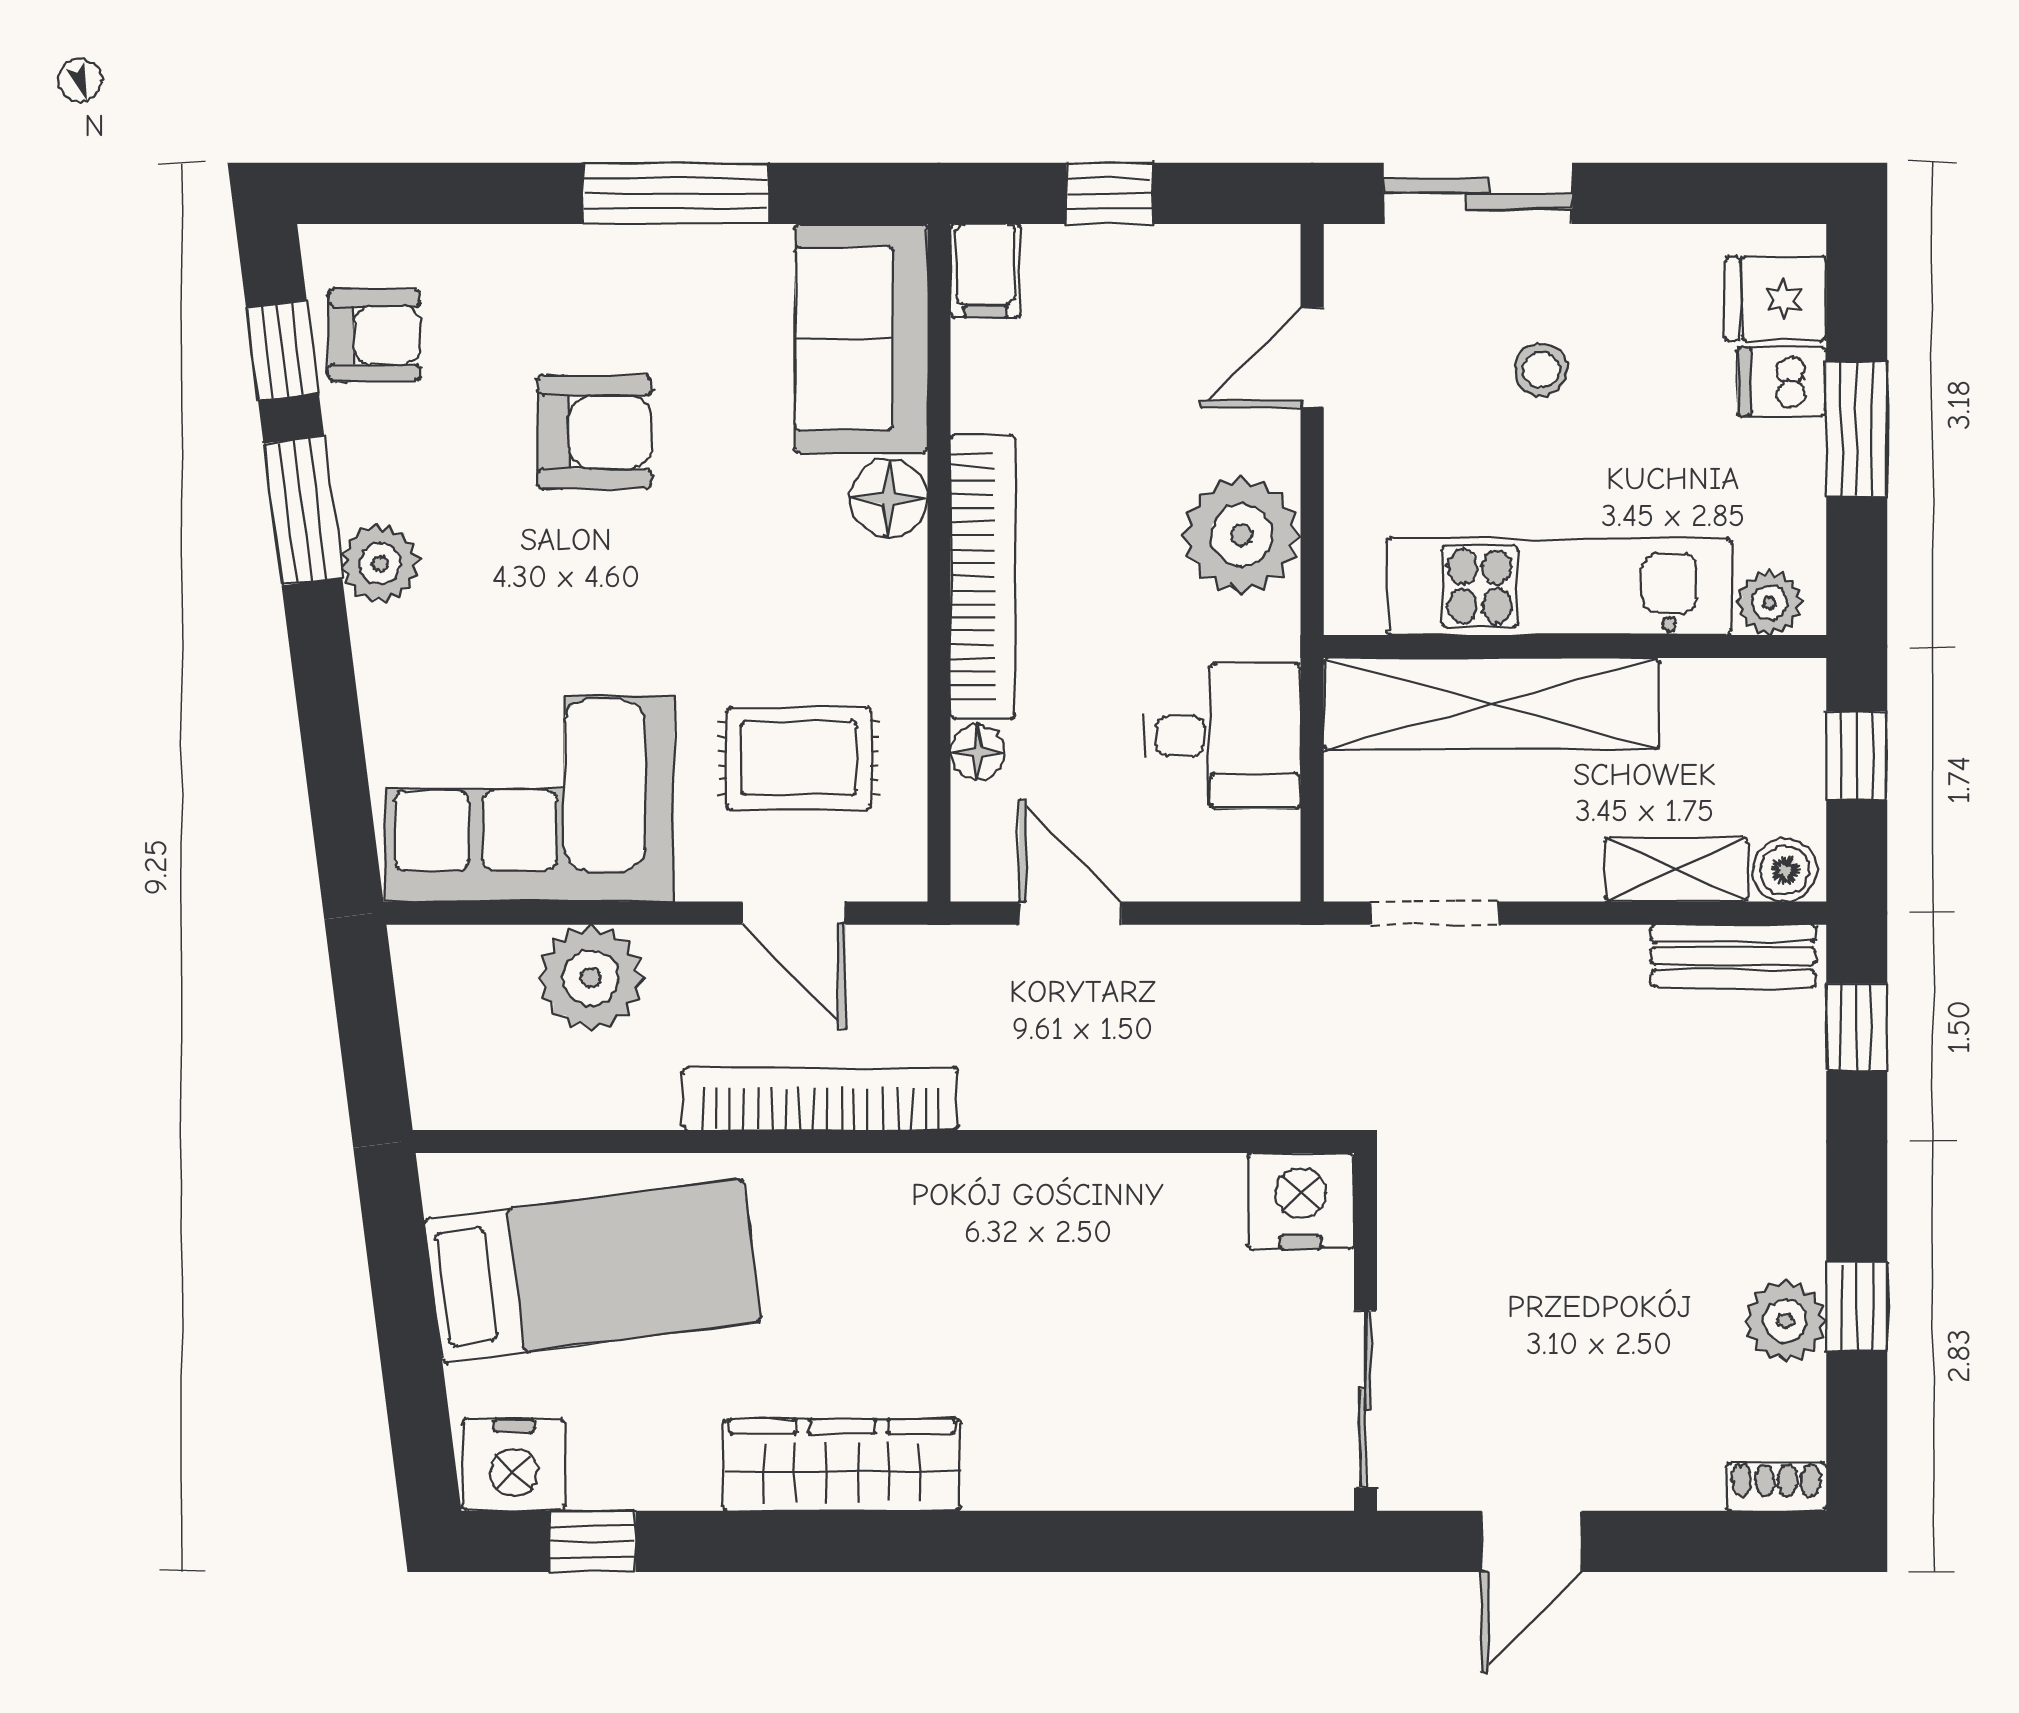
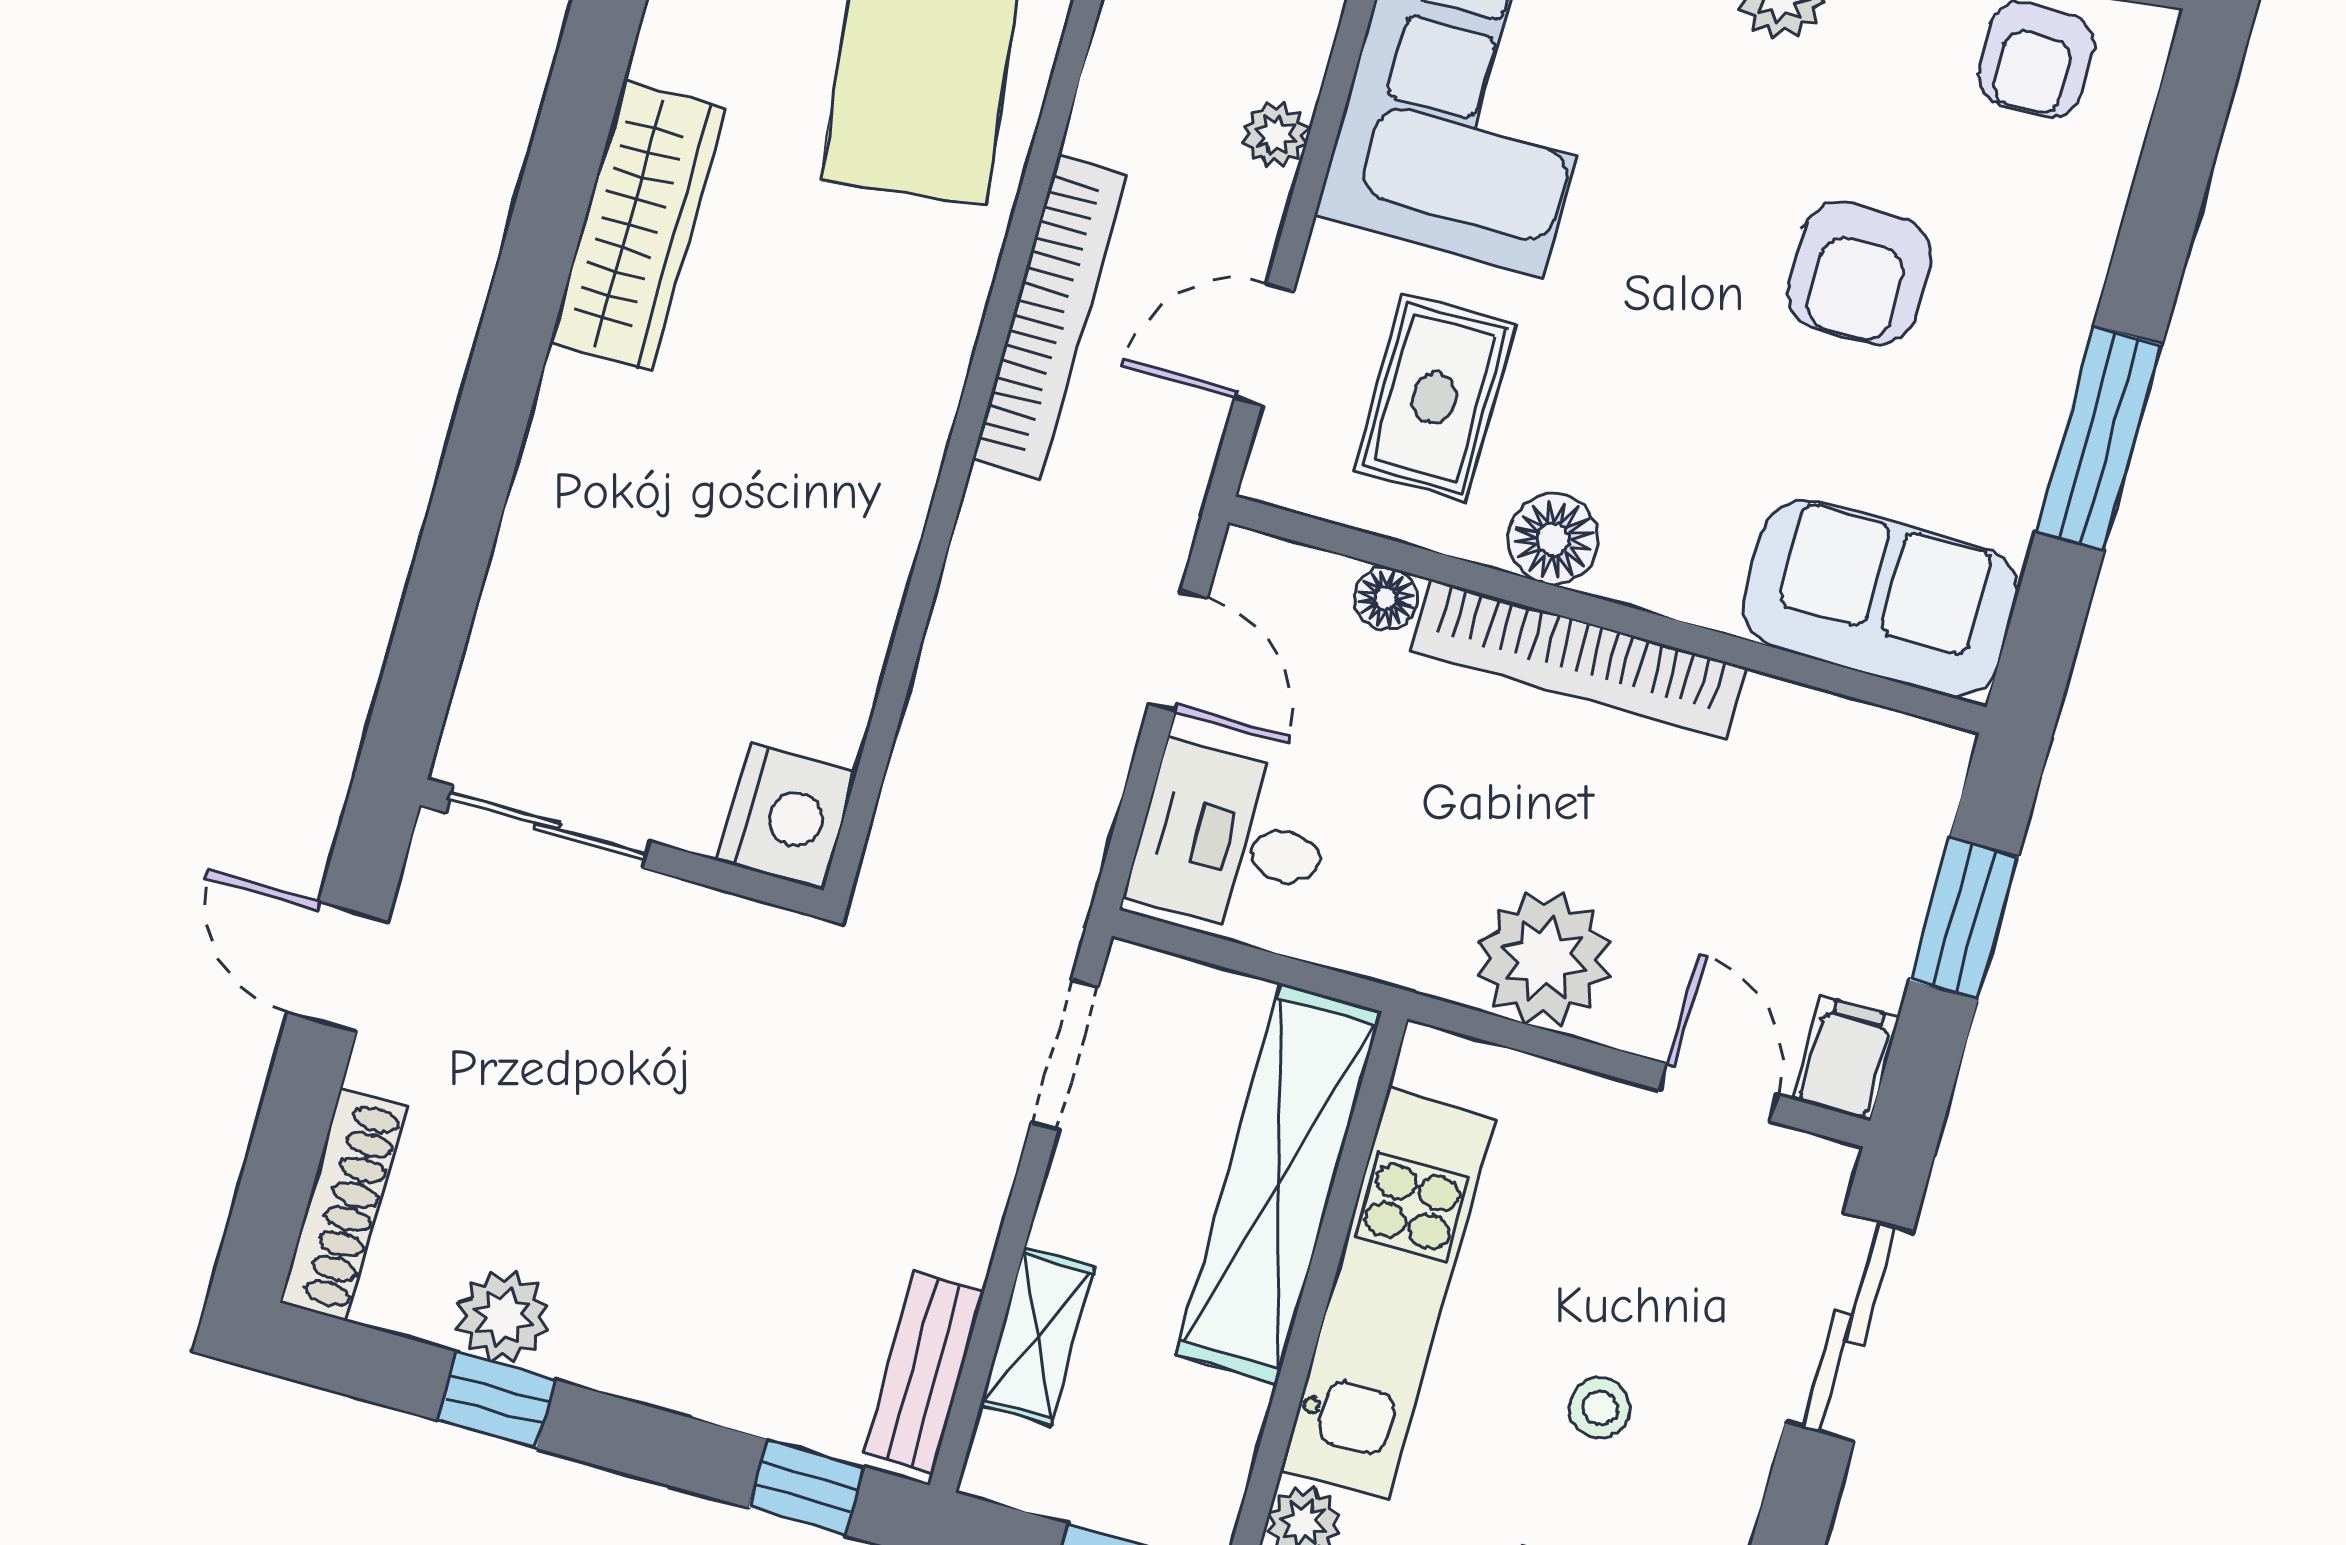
window: (1109, 193) -> (1964, 919), width x1.50
filing cabinet: (986, 271) -> (1846, 1058), moved, turned 90
stool: (1541, 370) -> (1600, 1408), moved
floor lamp: (889, 498) -> (1553, 539), moved
desk: (1222, 736) -> (1232, 841), moved, turned 90
boiler: (1785, 870) -> (1003, 1457), removed
door: (1070, 913) -> (1178, 651), hinge flipped
plant: (591, 978) -> (1275, 135), width x0.53, depth x0.53
shoe rack: (1776, 1487) -> (343, 1204), width x1.94, depth x1.24

